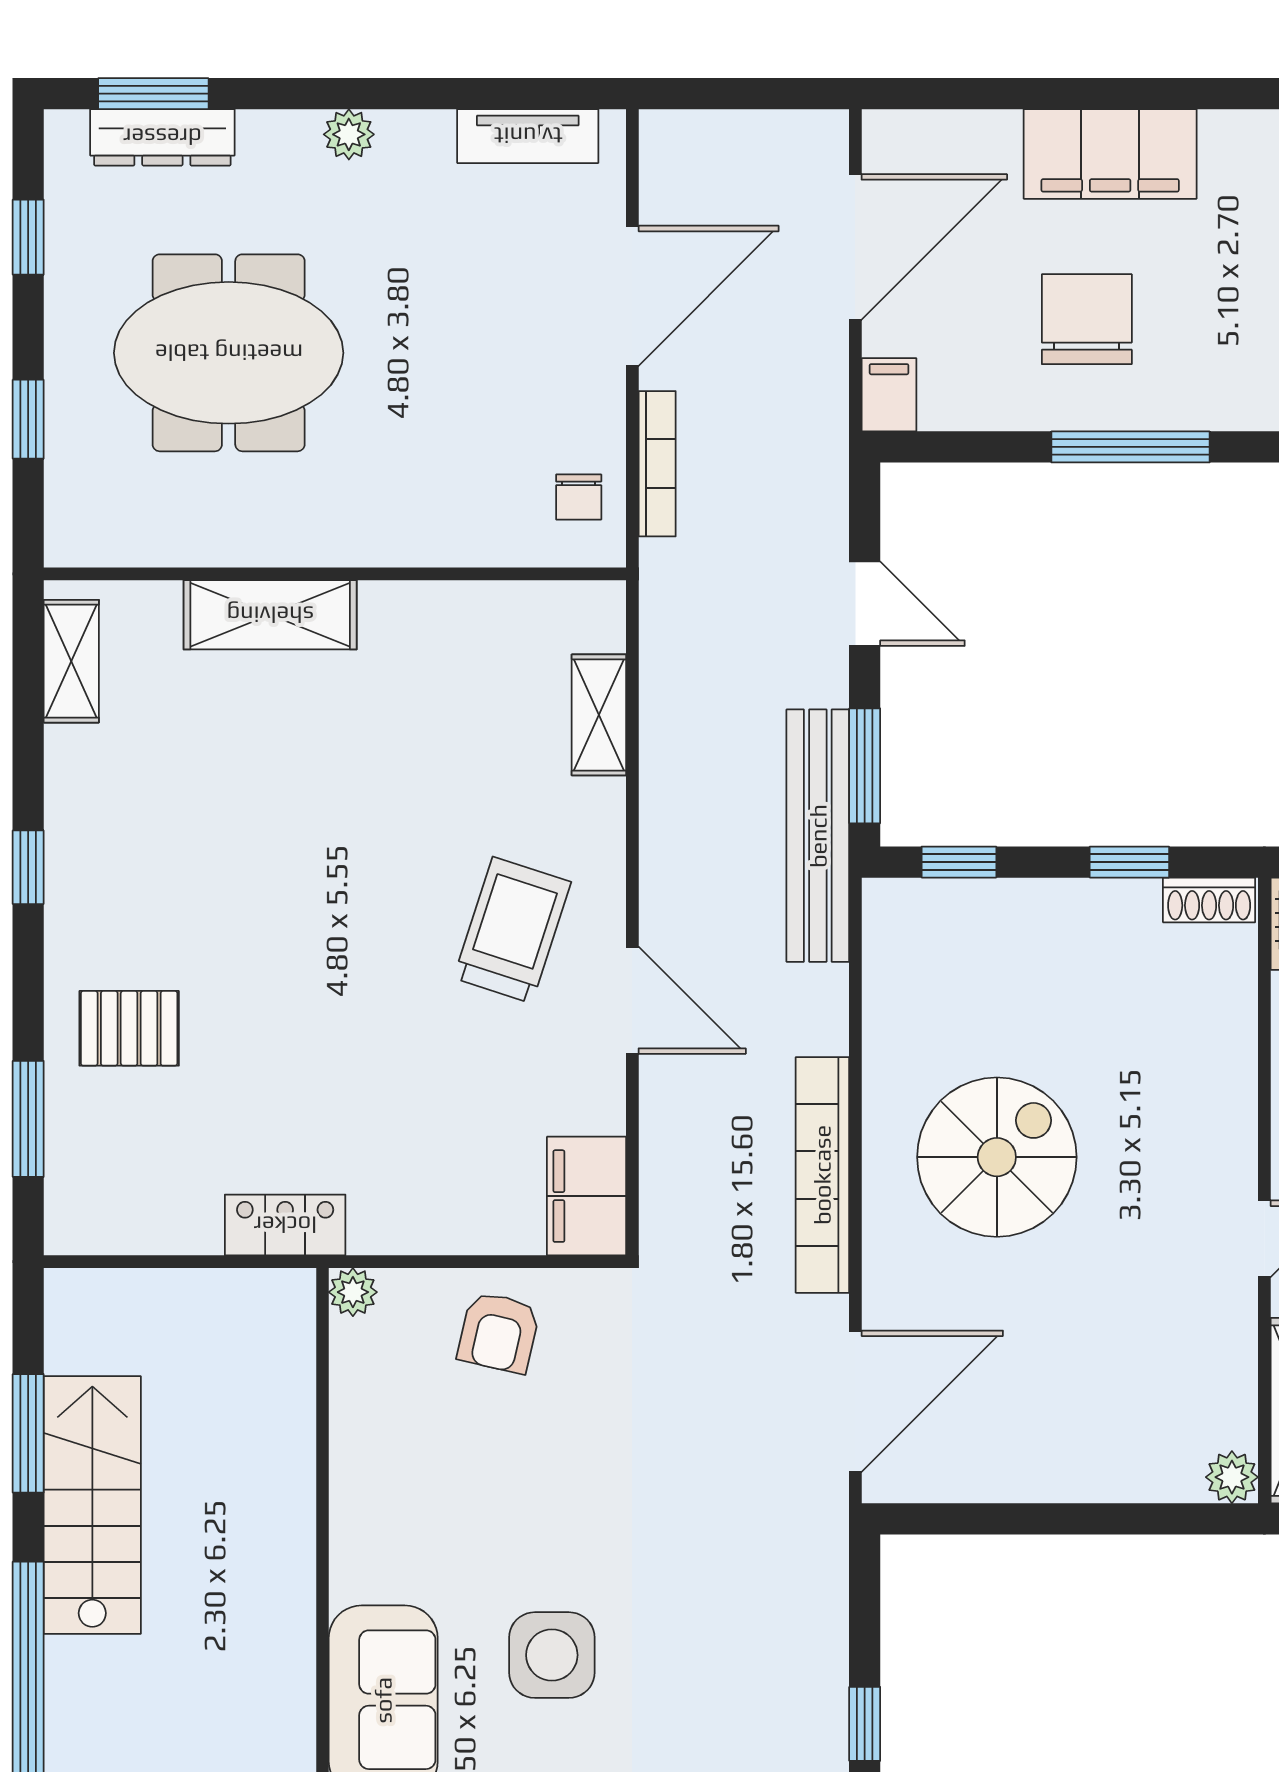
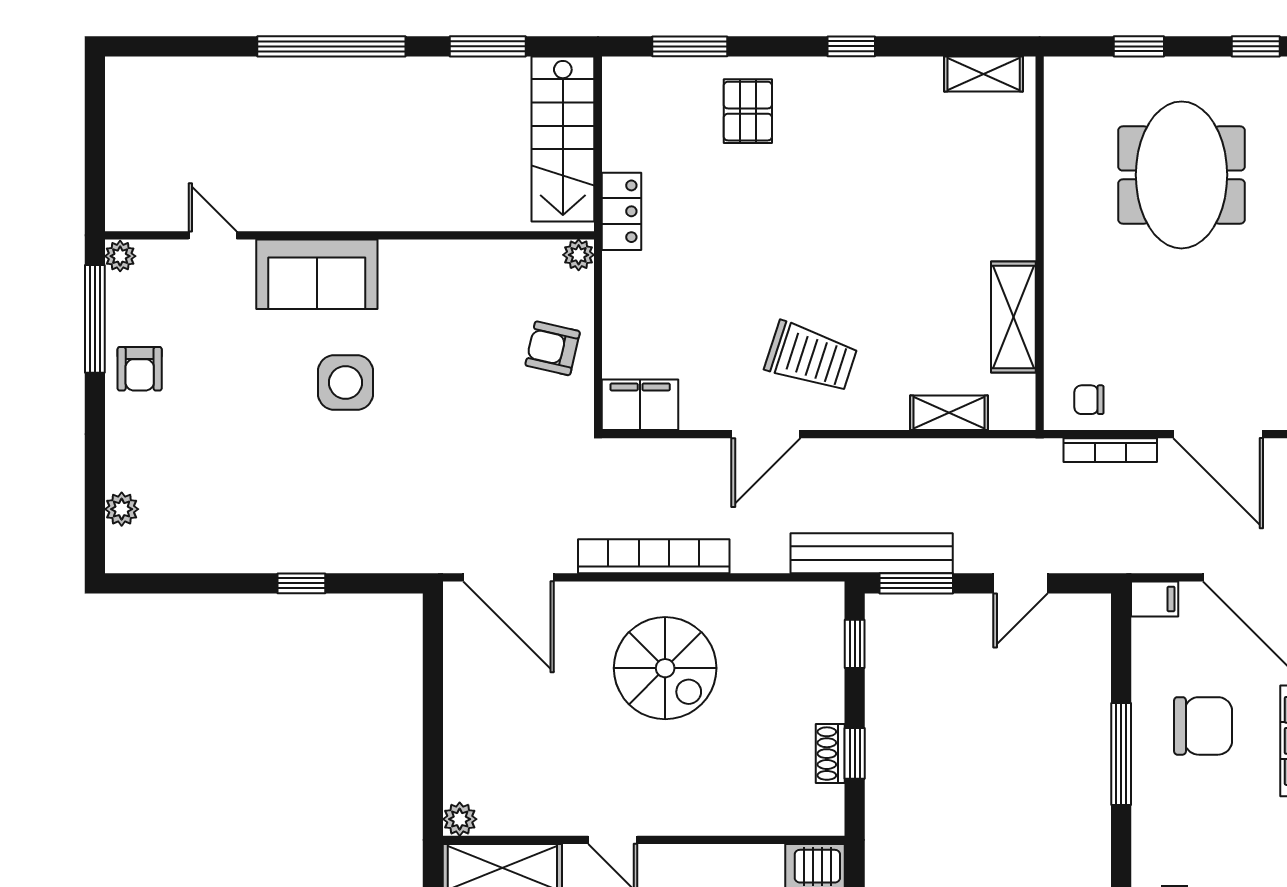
shelving: (270, 615) -> (1013, 317), moved
shoe rack: (1209, 900) -> (830, 754), moved
stairs: (92, 1505) -> (563, 139), moved, turned 90

